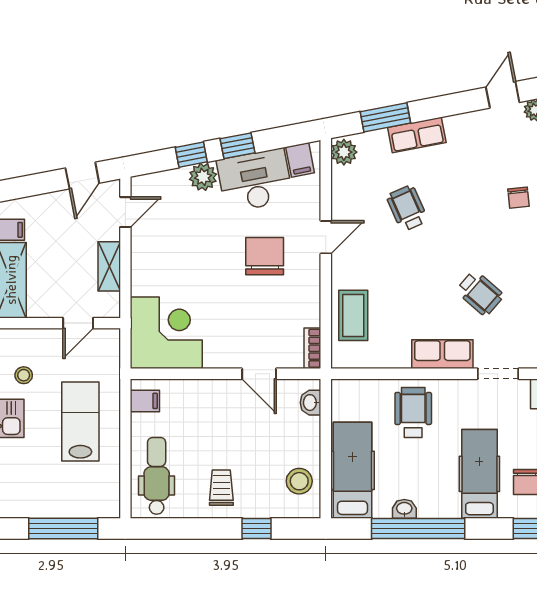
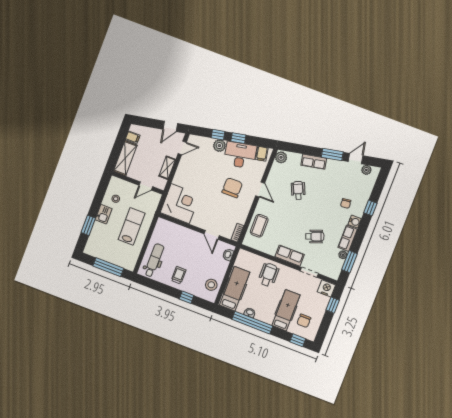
window: (385, 117) -> (332, 155), moved
door: (326, 237) -> (260, 189), hinge flipped
wheelchair: (480, 293) -> (315, 237), turned -61
filing cabinet: (145, 401) -> (161, 228), removed

